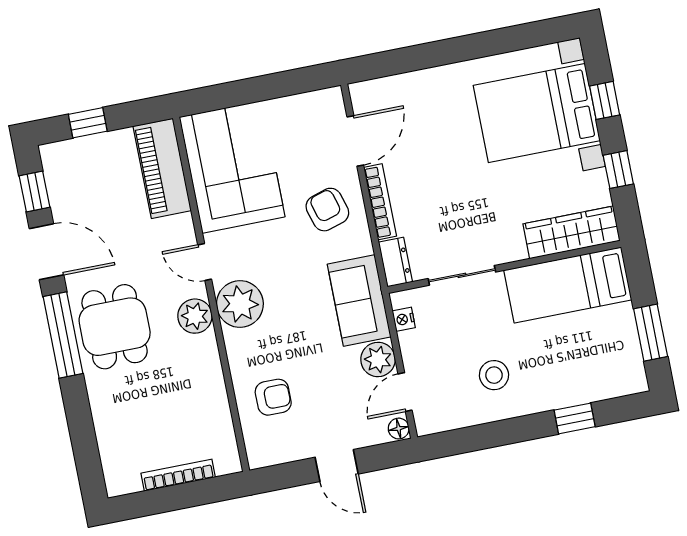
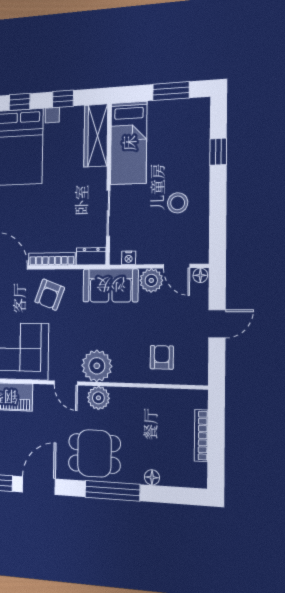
armchair: (327, 210) -> (50, 295), turned -52
door: (205, 262) -> (66, 383), hinge flipped
window: (63, 335) -> (112, 491), moved
floor lamp: (103, 418) -> (152, 477), added

